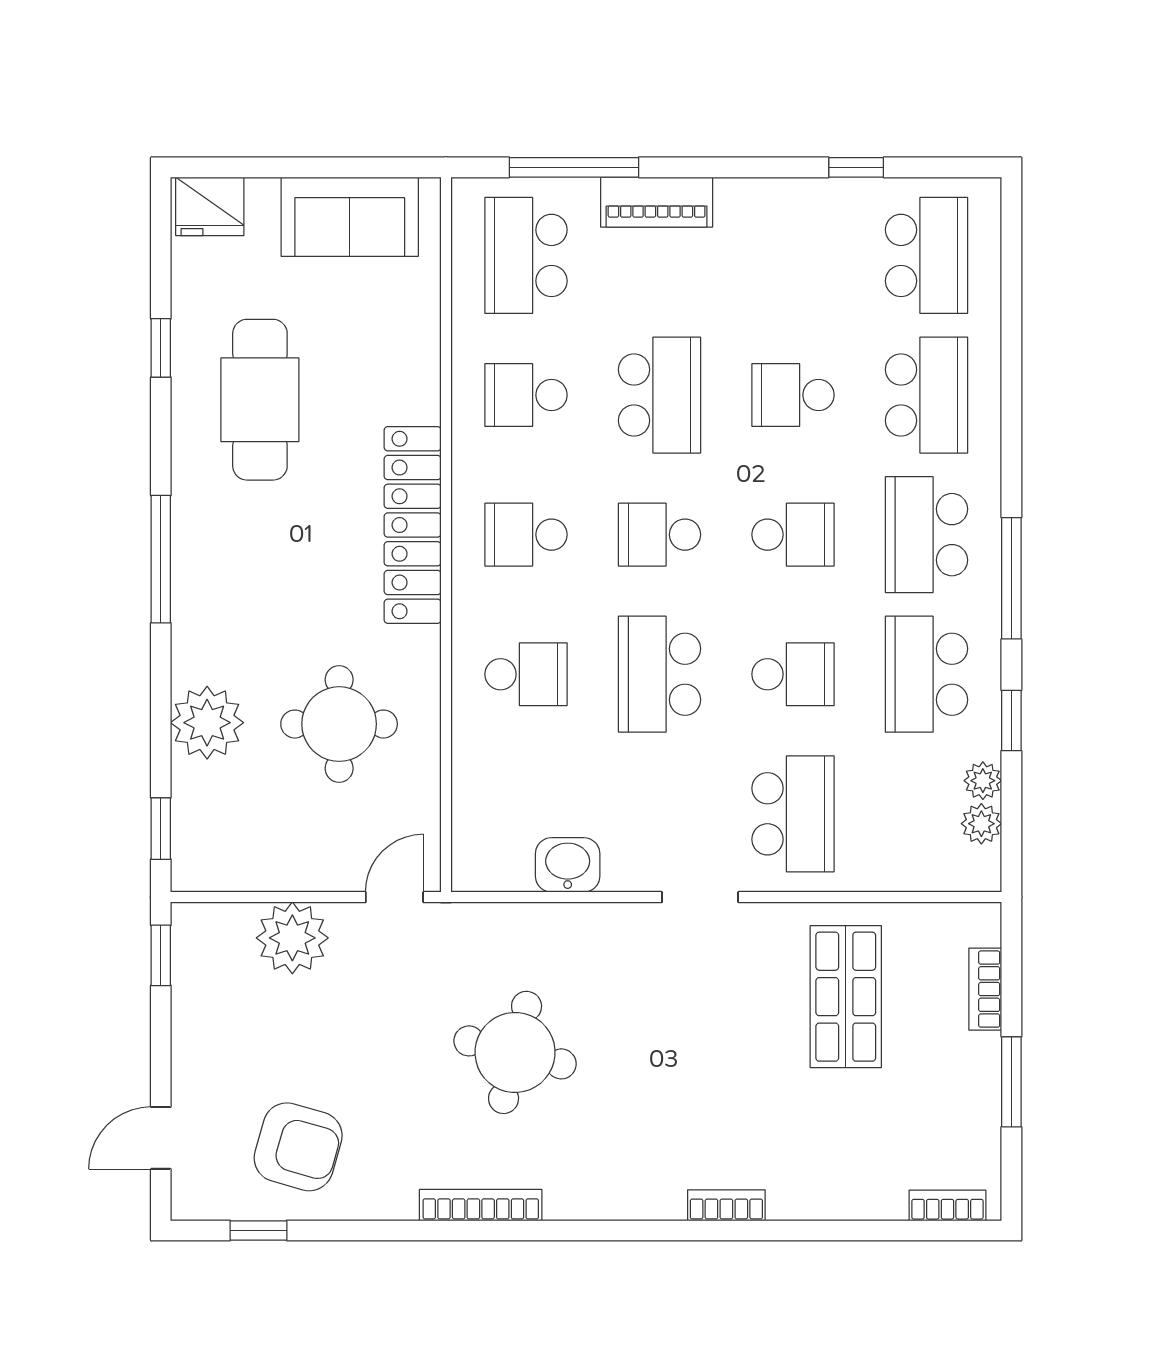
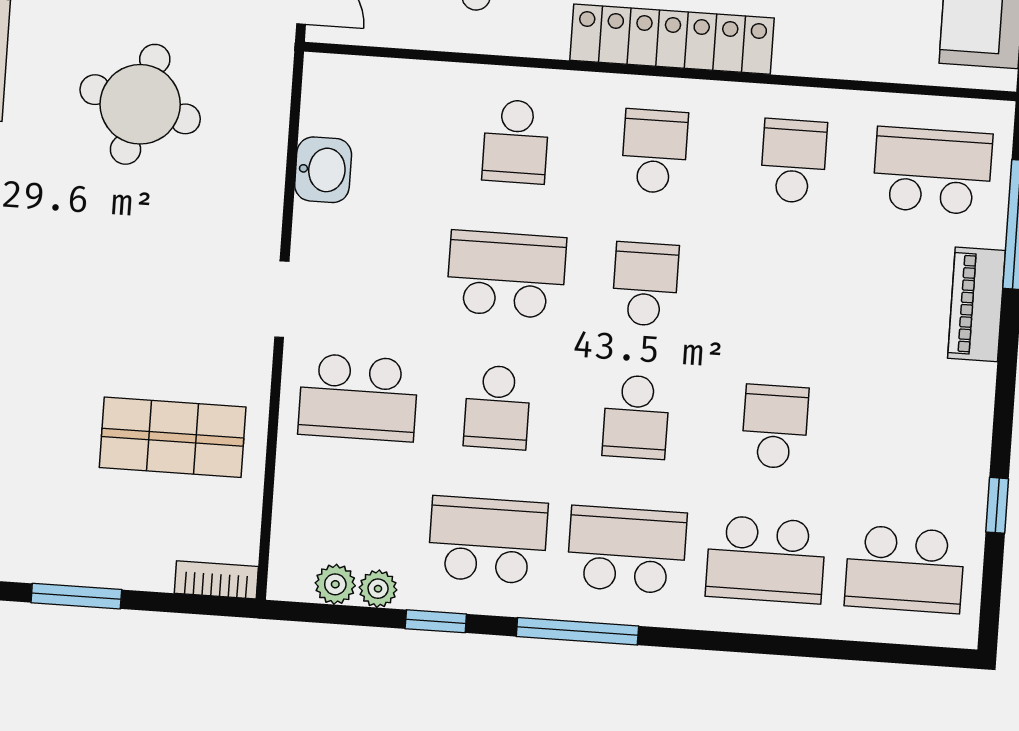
school desk: (659, 395) -> (784, 294), removed
bookcase: (985, 989) -> (216, 580), moved

